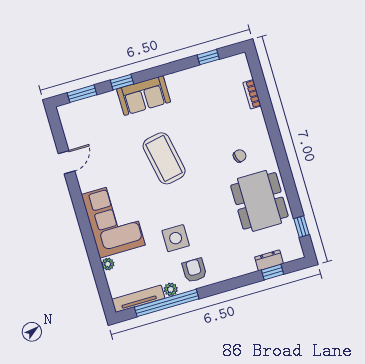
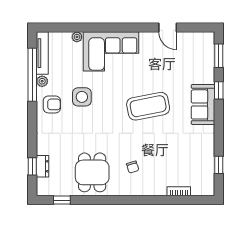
dining table: (259, 201) -> (92, 172), width x0.73

